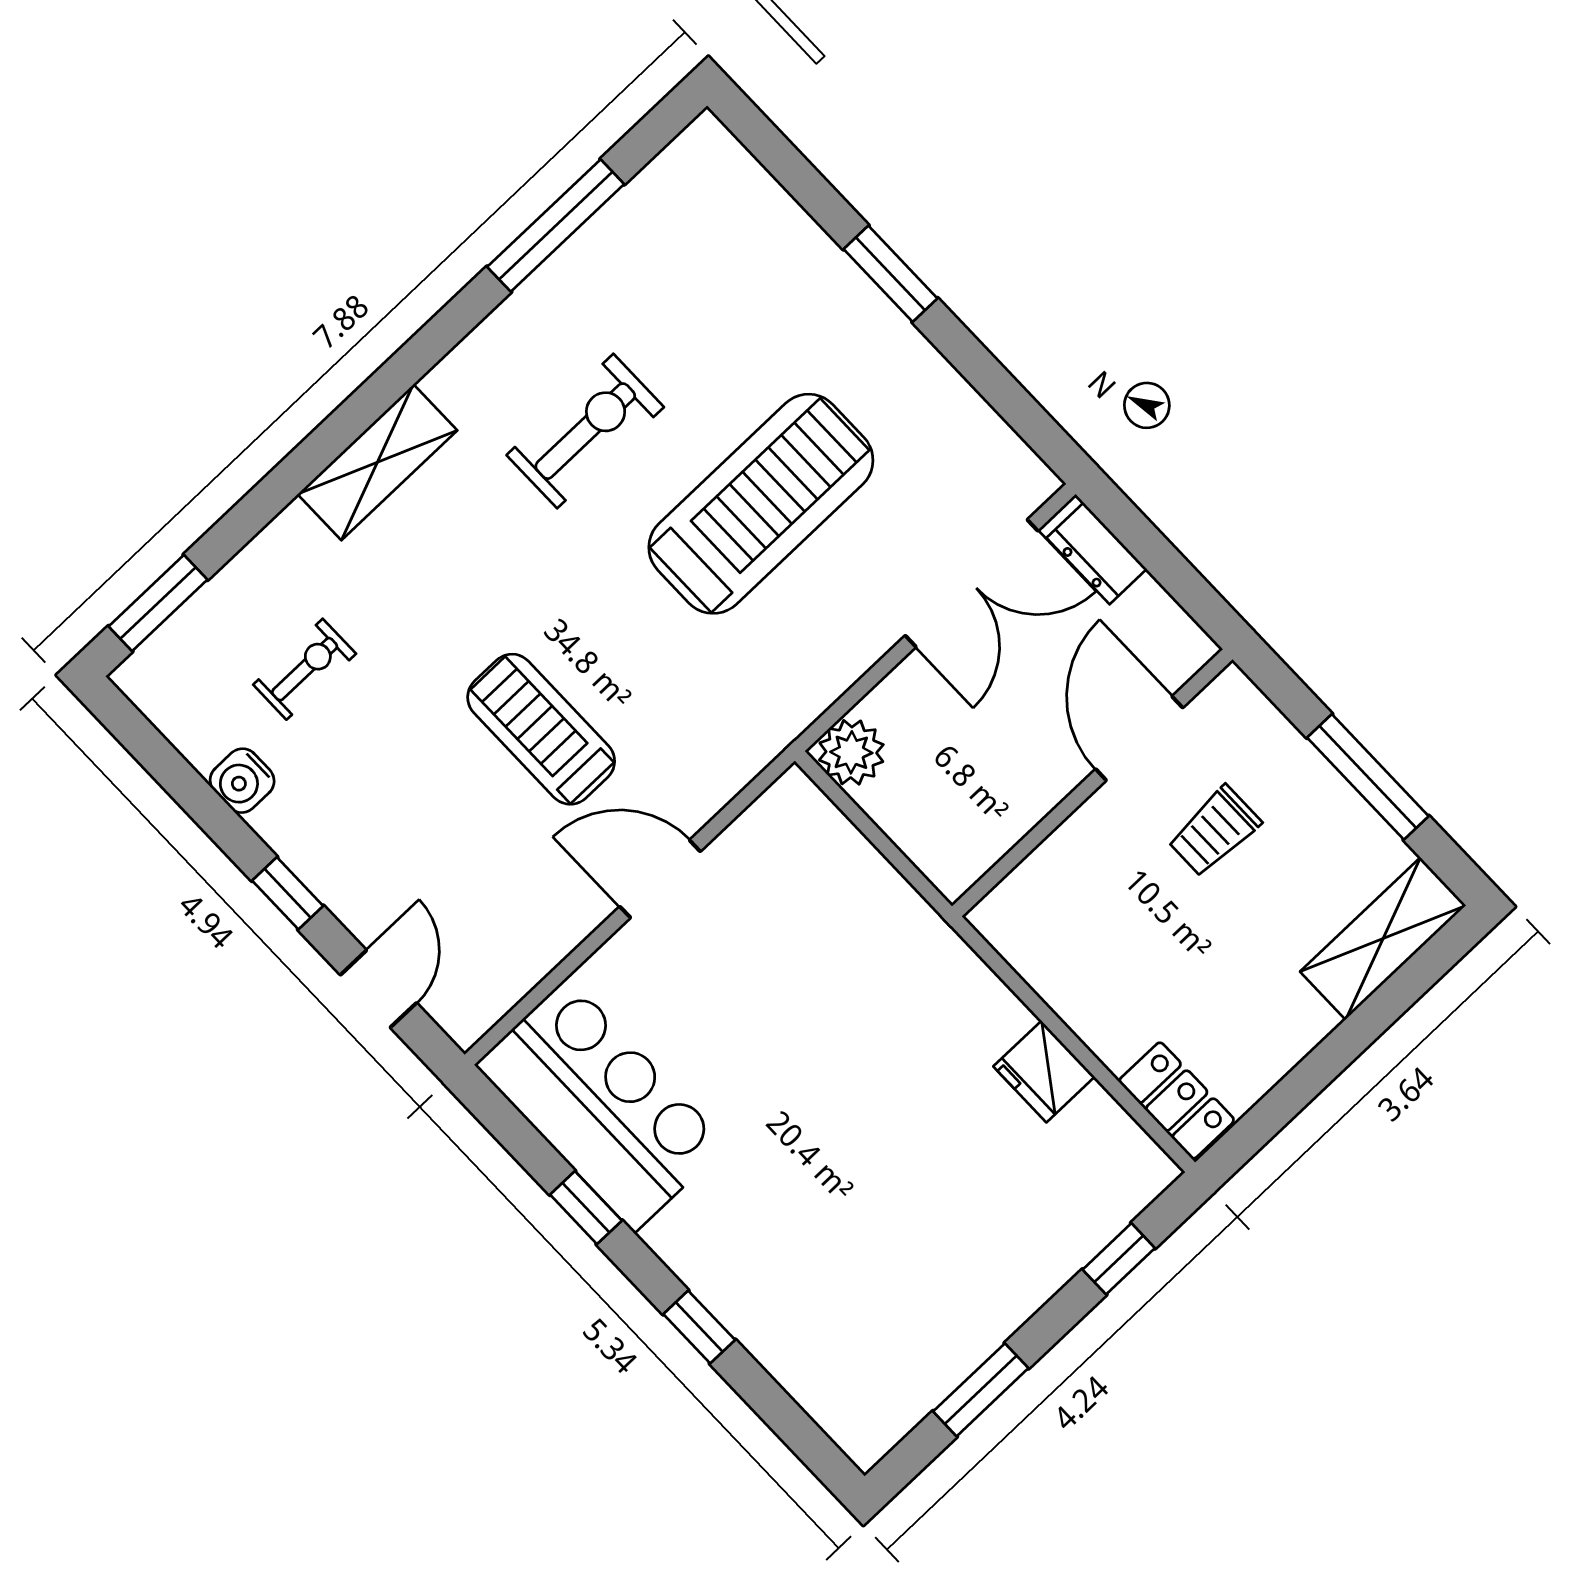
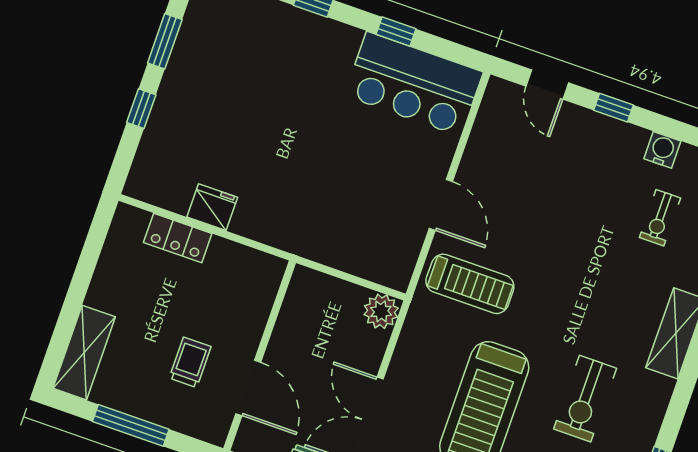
treadmill: (541, 729) -> (470, 284), moved
door: (660, 879) -> (441, 205), hinge flipped
locker: (1177, 1101) -> (178, 238), moved
window: (1119, 1259) -> (141, 109), moved

